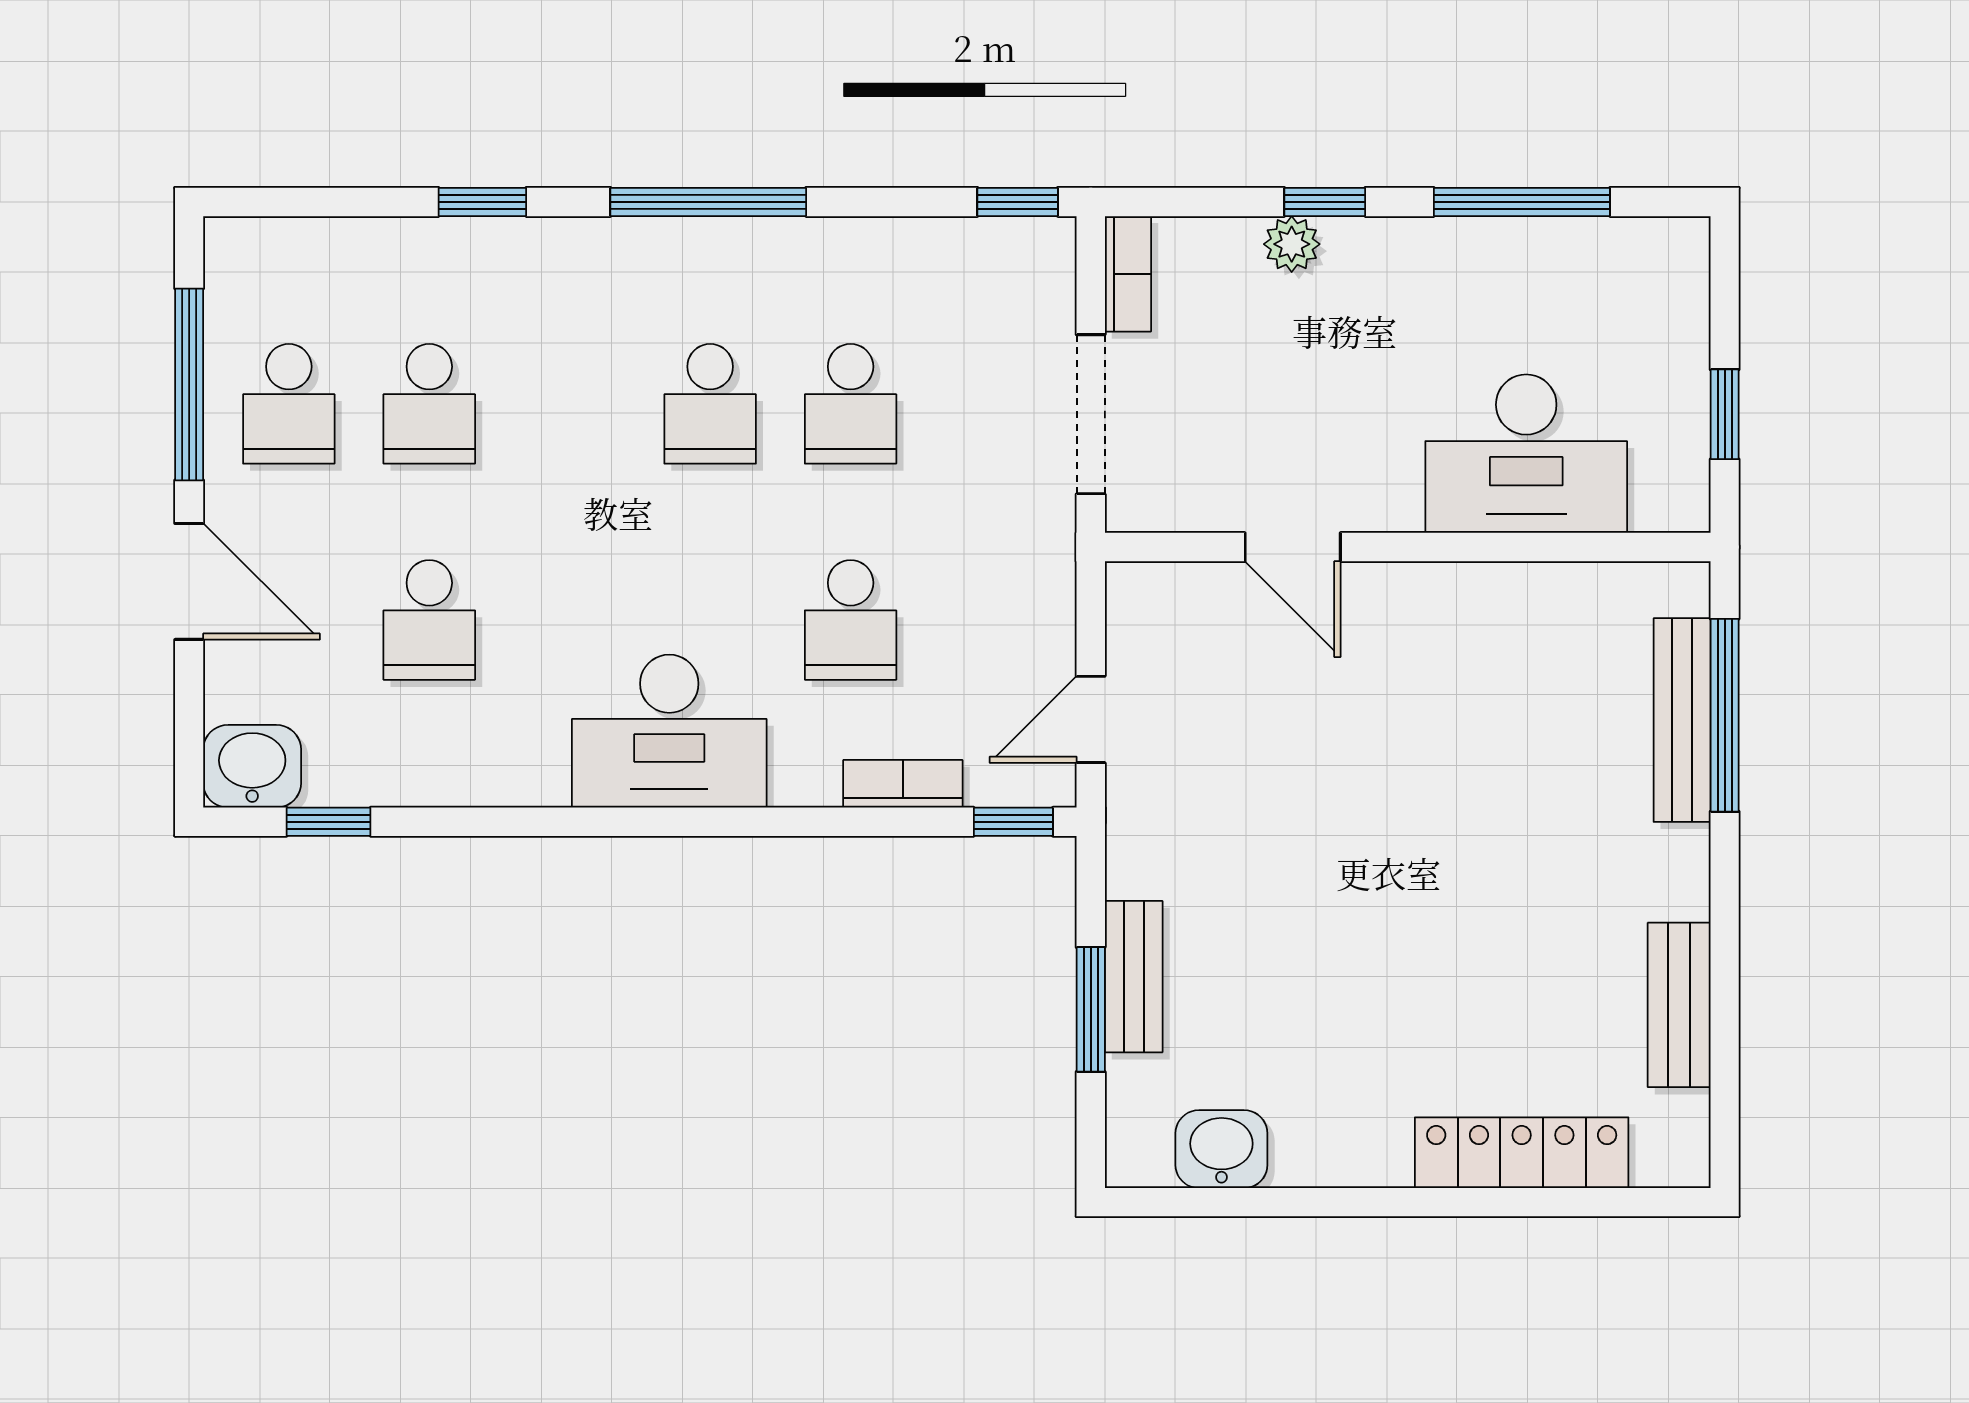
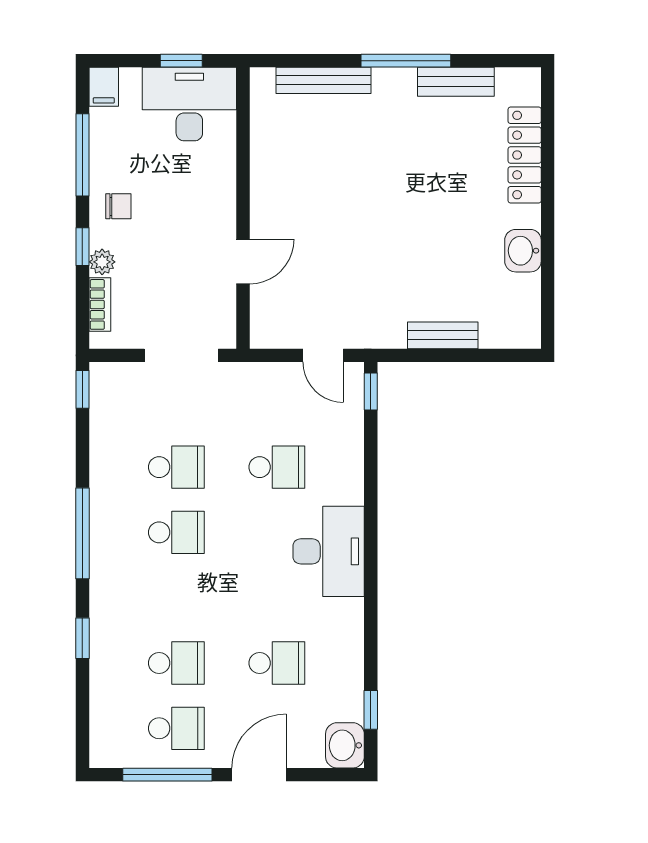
filing cabinet: (1668, 248) -> (104, 87), added
bookcase: (1128, 274) -> (100, 304), moved, turned 90
chair: (1412, 279) -> (118, 206), added
desk: (1526, 454) -> (189, 104), moved, turned -90
window: (1725, 715) -> (406, 61), moved
bookcase: (903, 784) -> (353, 443), removed
window: (1091, 1009) -> (458, 355), removed
washbasin: (1221, 1149) -> (523, 251), moved

